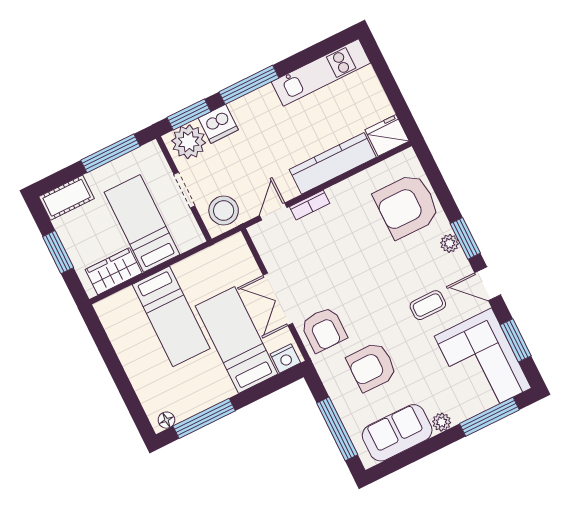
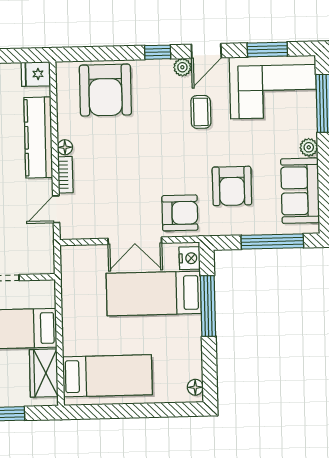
fridge: (387, 135) -> (36, 74), width x0.72
floor lamp: (335, 193) -> (65, 147), added
stool: (224, 211) -> (35, 252), removed
door: (273, 212) -> (56, 209), hinge flipped
window: (465, 238) -> (158, 52), width x0.67
plant: (449, 243) -> (182, 67), moved
bed: (171, 316) -> (107, 376), moved
window: (204, 418) -> (208, 306), moved

